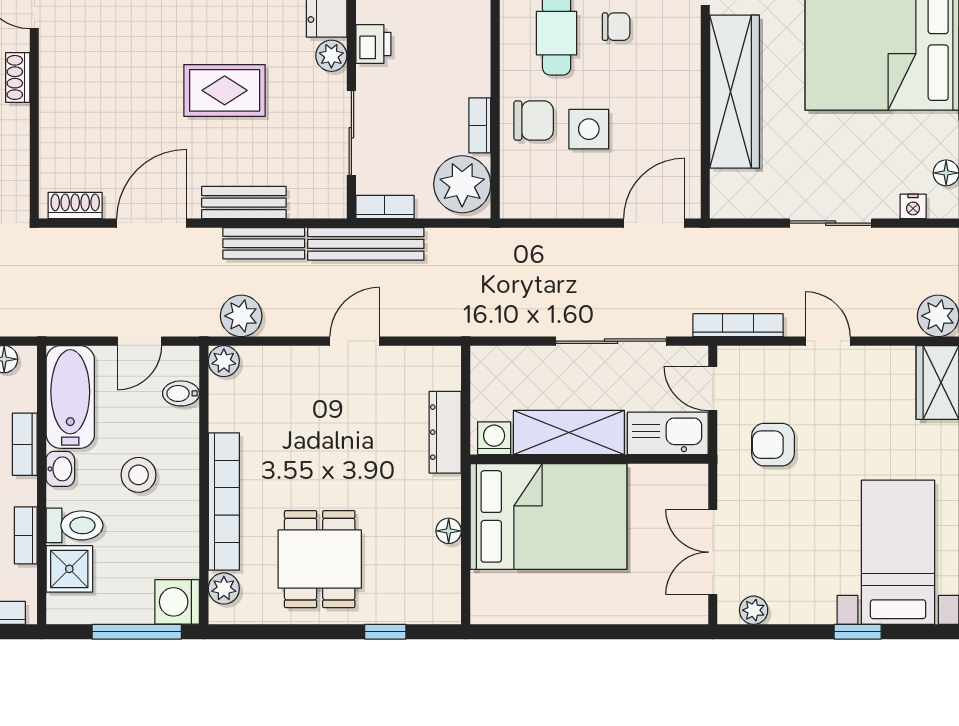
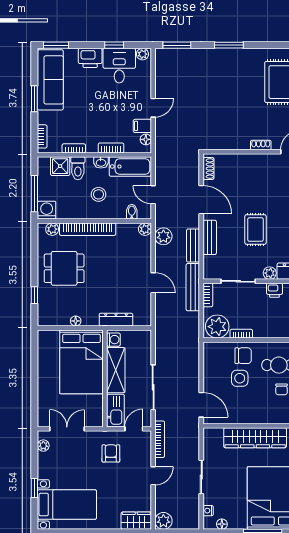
chair: (534, 121) -> (243, 356), turned -90

